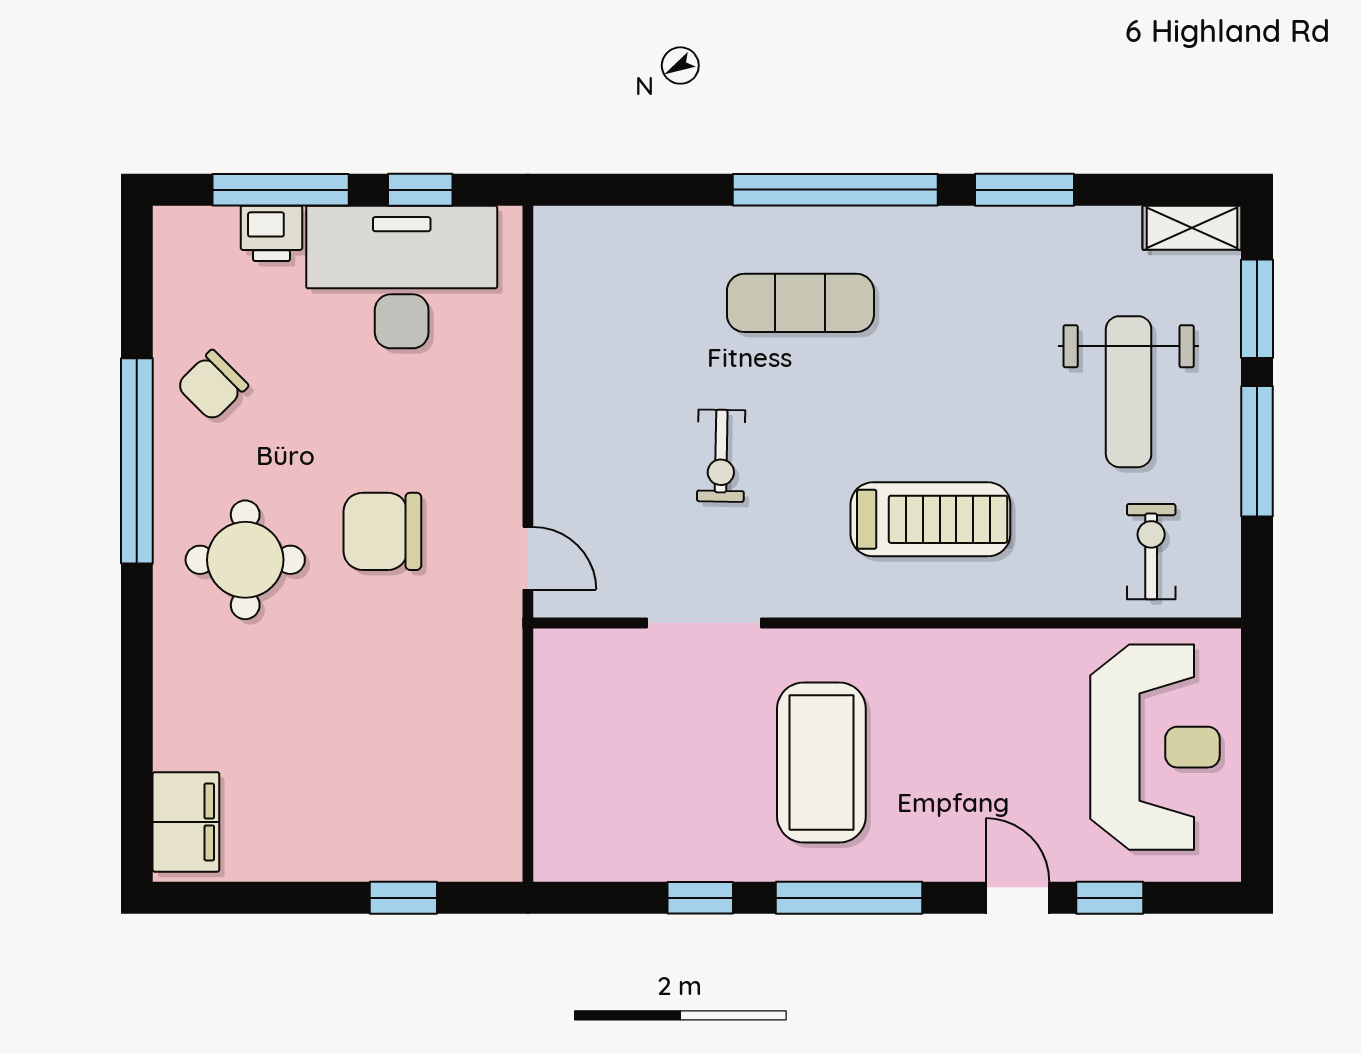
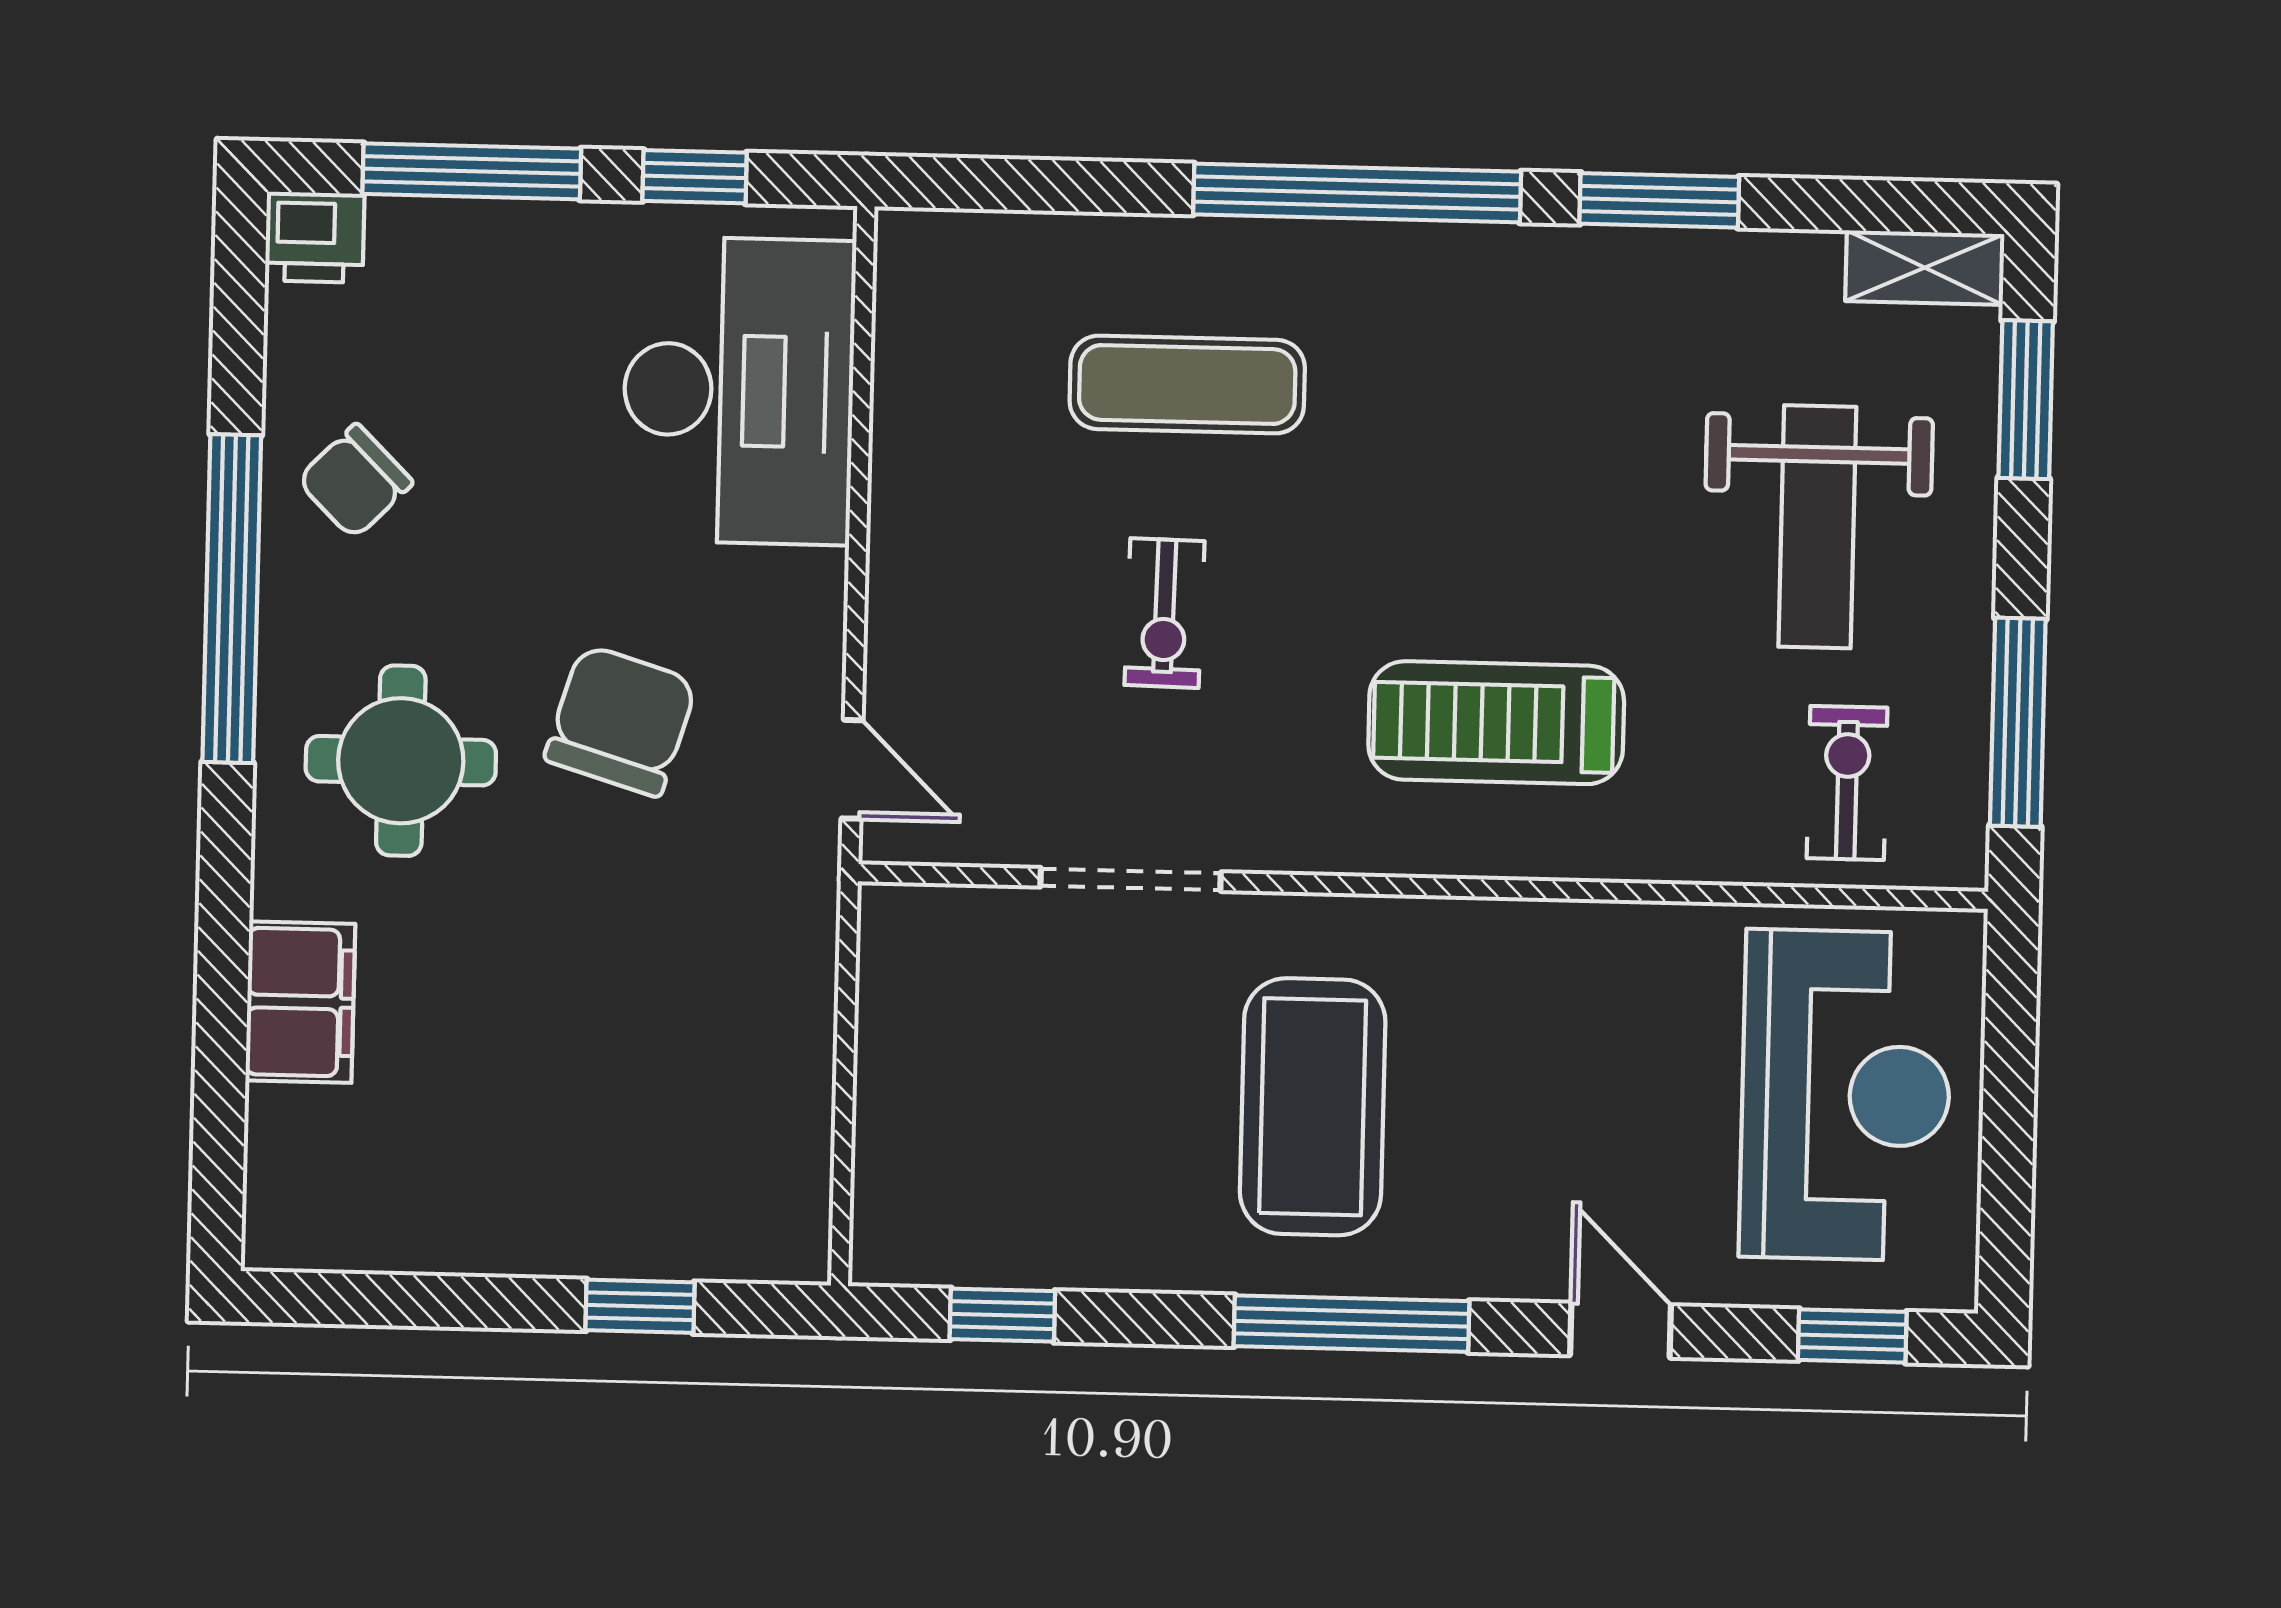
printer: (271, 233) -> (315, 237), moved
desk: (402, 277) -> (739, 391), moved, turned 90
exercise mat: (800, 303) -> (1187, 384), moved
window: (1257, 451) -> (2018, 722), moved
treadmill: (930, 519) -> (1496, 723), turned 180
chair: (382, 531) -> (621, 721), turned 107
filing cabinet: (186, 822) -> (300, 1002), moved
window: (700, 898) -> (1002, 1315), moved
window: (1110, 898) -> (1852, 1336), moved

